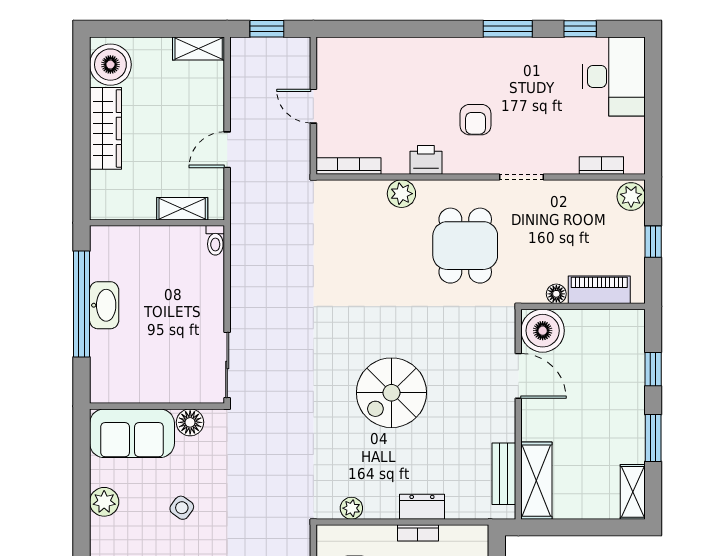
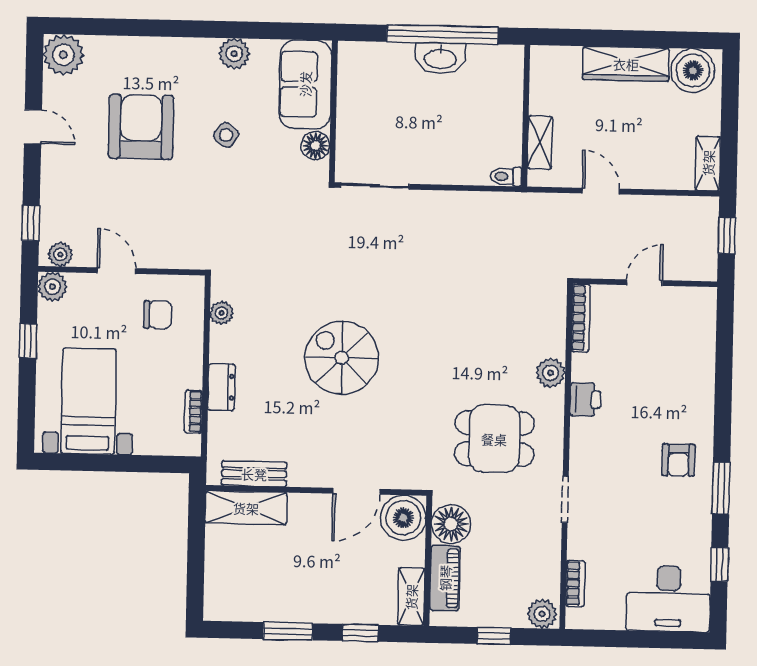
armchair: (476, 120) -> (678, 460), moved, turned -90
floor lamp: (556, 294) -> (451, 524), width x1.89, depth x1.89
shelving: (633, 492) -> (411, 597), moved, turned 90
bookcase: (418, 533) -> (193, 412), moved

